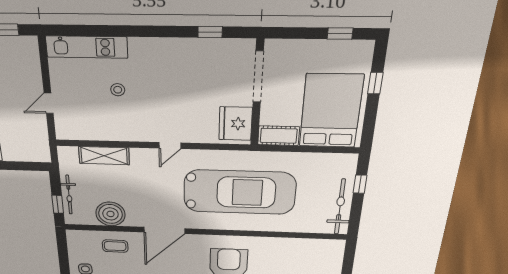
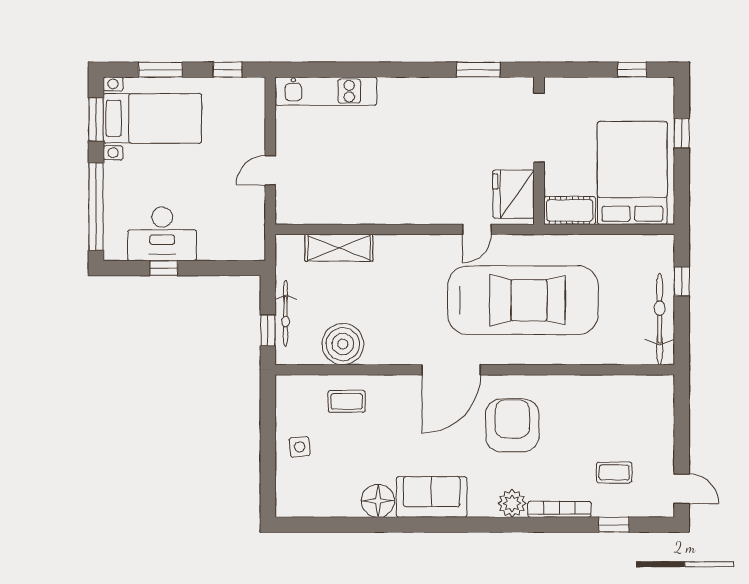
window: (210, 32) -> (478, 70), width x1.50
stool: (118, 90) -> (362, 149), removed
door: (170, 146) -> (477, 229), moved
door: (164, 230) -> (451, 370), moved

